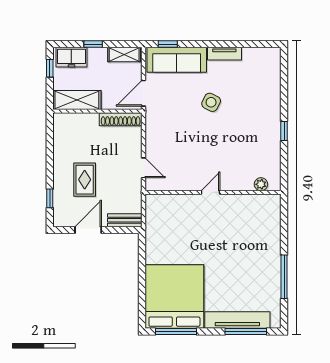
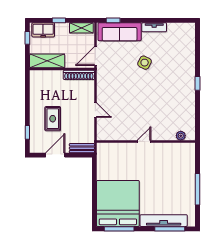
plant: (261, 184) -> (181, 136), moved
door: (210, 192) -> (144, 142), moved
wall: (213, 192) -> (146, 142), moved

